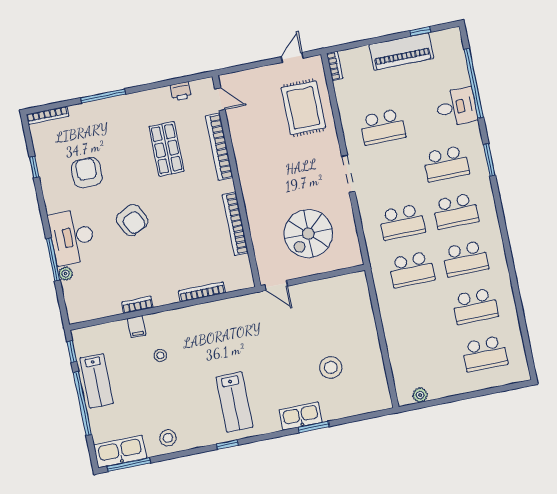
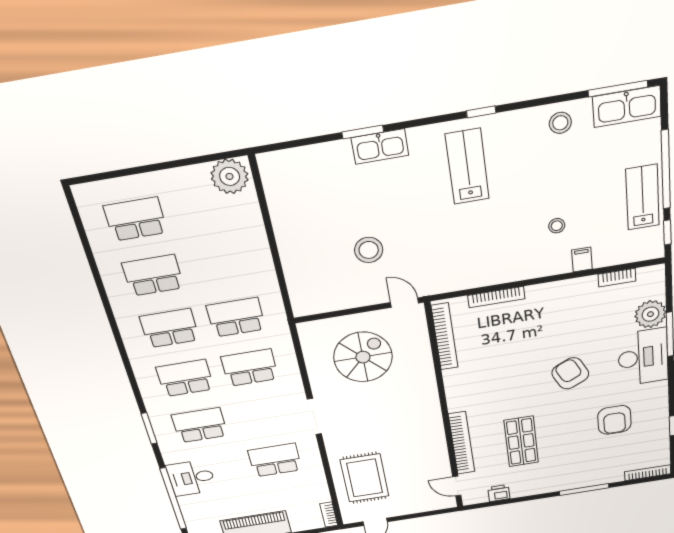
bookcase: (235, 224) -> (445, 337), moved
plant: (66, 274) -> (650, 314), width x1.87, depth x1.87
bookcase: (137, 305) -> (617, 278), moved
stool: (331, 367) -> (369, 250), moved
plant: (420, 395) -> (230, 176), width x1.87, depth x1.87

